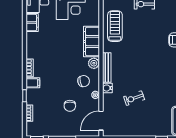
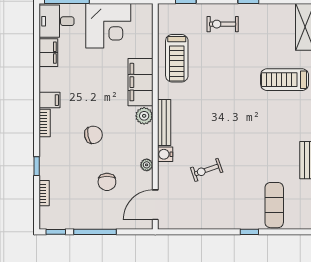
treadmill: (115, 26) -> (177, 58), turned 180
chair: (84, 81) -> (93, 135), moved
filing cabinet: (33, 83) -> (49, 100), moved

